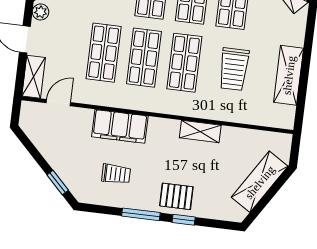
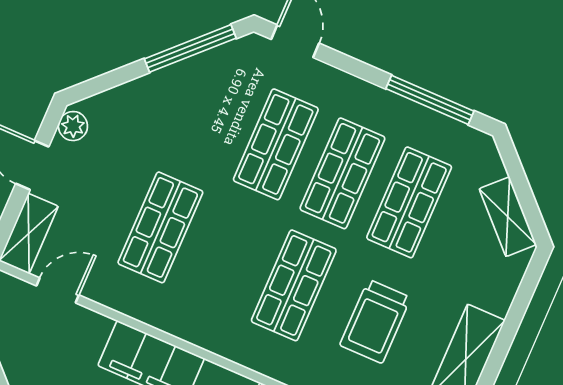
shop shelf: (144, 58) -> (227, 256), removed

